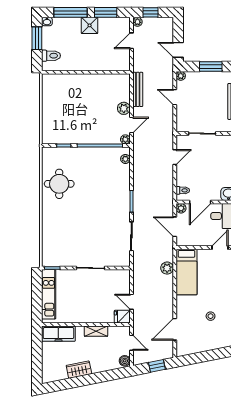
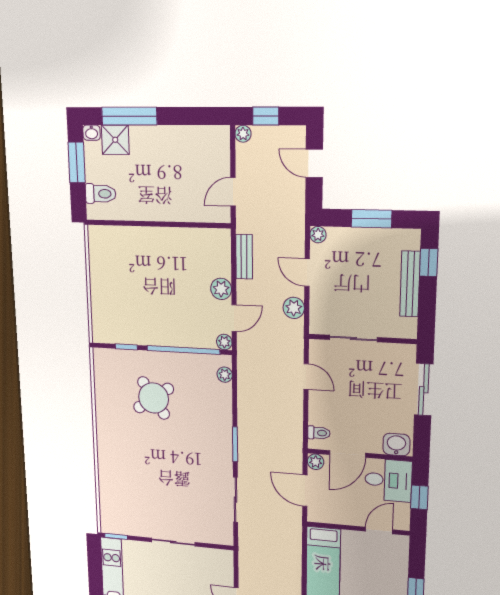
window: (106, 12) -> (188, 116), removed
shower: (90, 25) -> (115, 140), moved
door: (131, 41) -> (233, 192), moved
door: (178, 50) -> (314, 163), moved
bench: (138, 89) -> (244, 257), width x0.73
door: (175, 157) -> (306, 377), hinge flipped
round table: (59, 184) -> (154, 398), moved, turned -34
plant: (167, 268) -> (294, 308), moved

